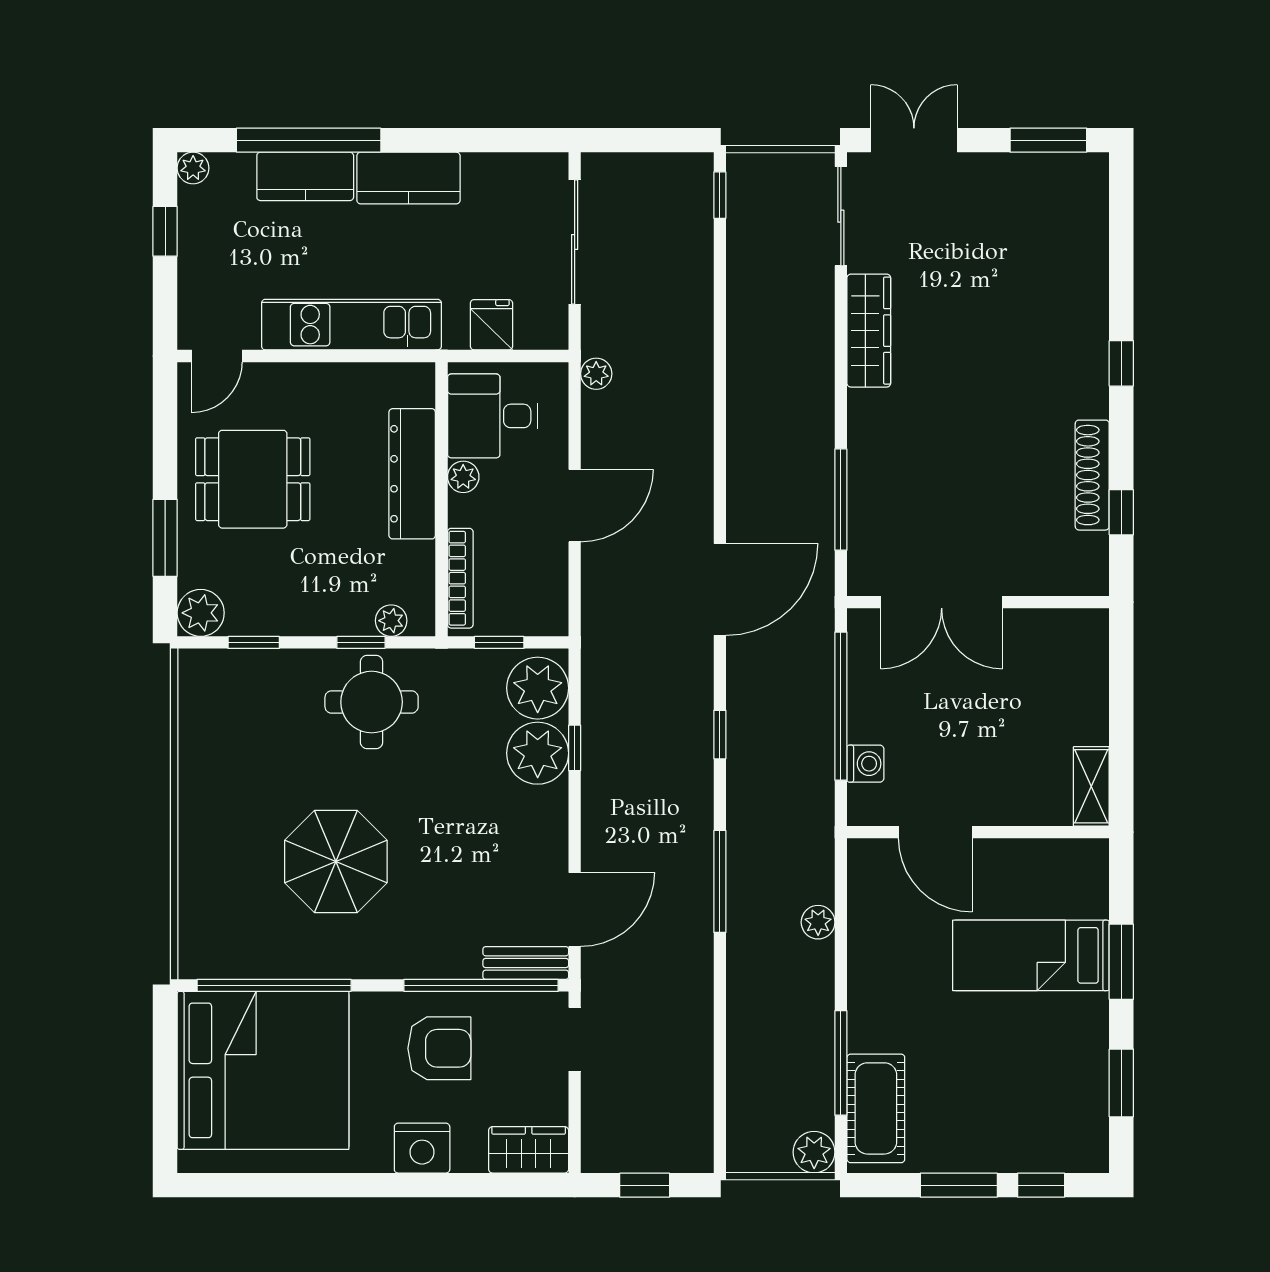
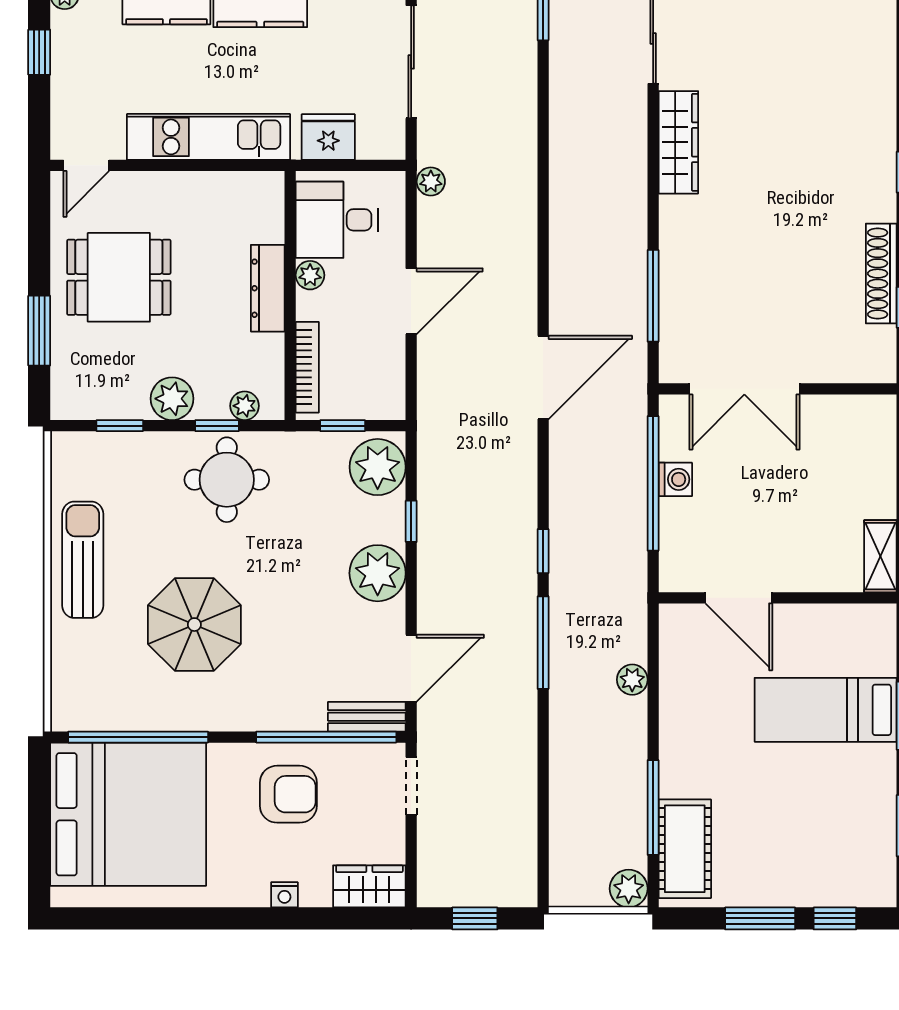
fridge: (491, 325) -> (328, 137), width x1.38
dresser: (412, 474) -> (268, 288), width x0.73, depth x0.80
plant: (201, 613) -> (172, 399), moved
window: (720, 735) -> (543, 551), moved
plant: (538, 753) -> (378, 573), moved
washing machine: (865, 764) -> (675, 479), moved
sun lounger: (213, 790) -> (83, 560), added
nightstand: (422, 1148) -> (284, 895), width x0.53, depth x0.56

